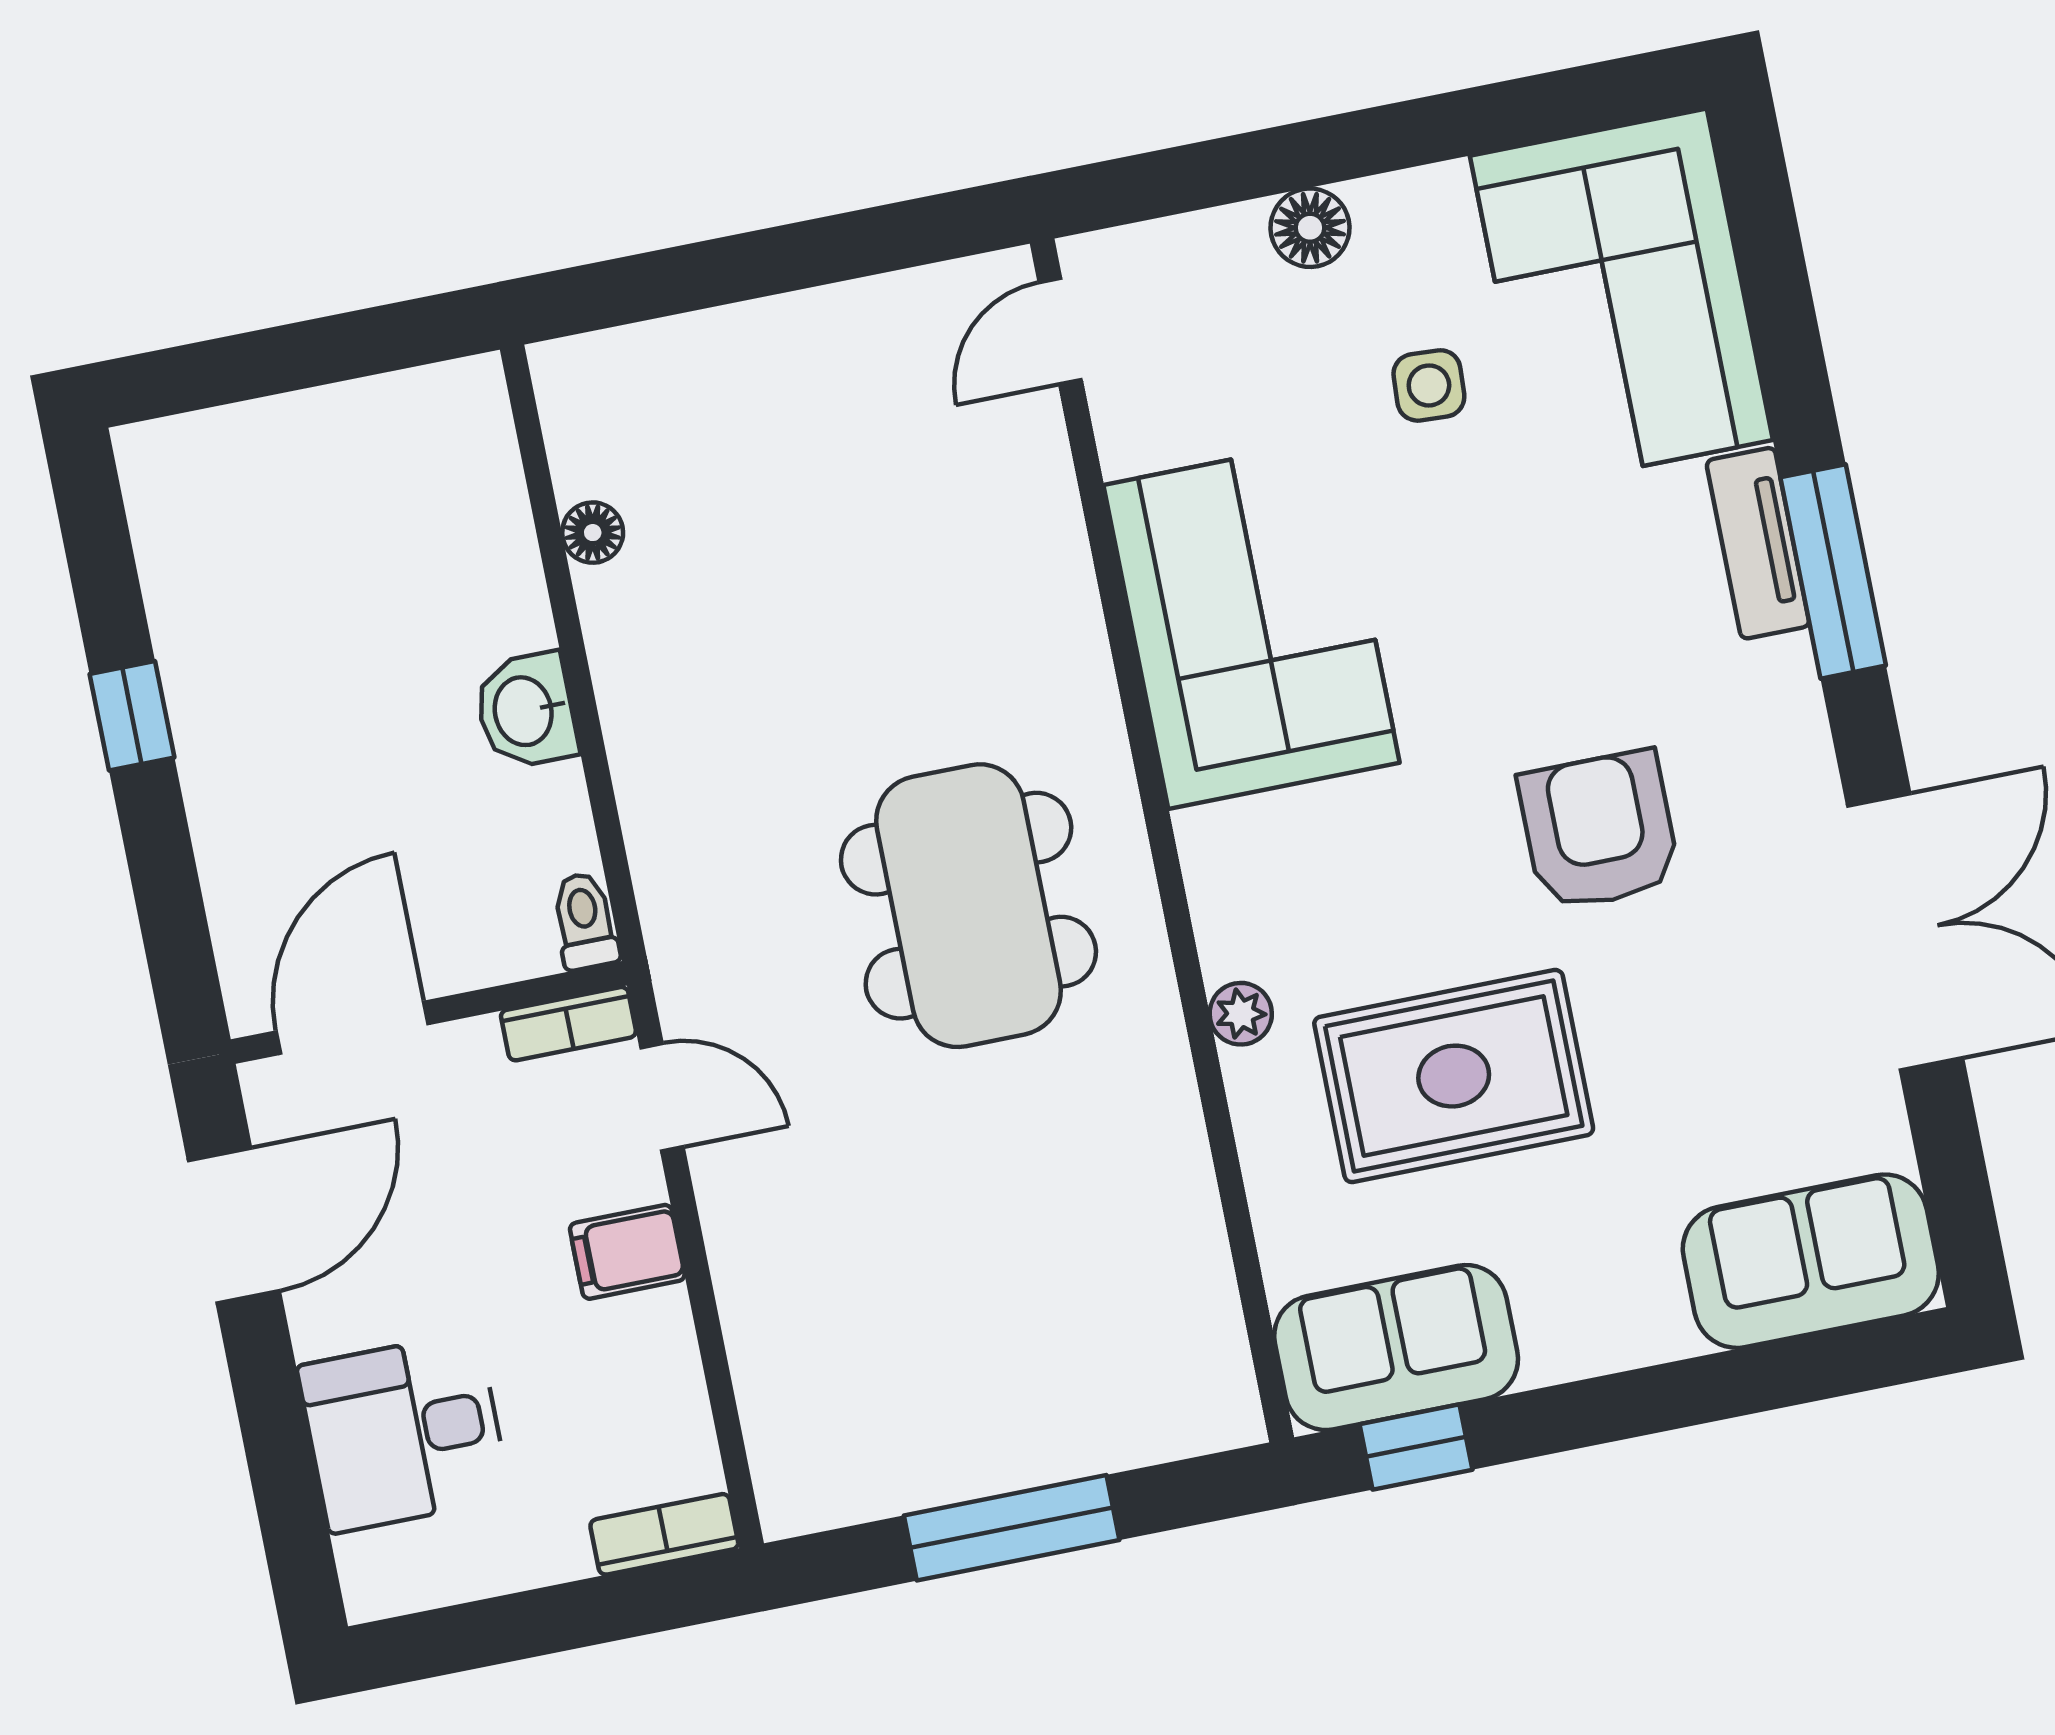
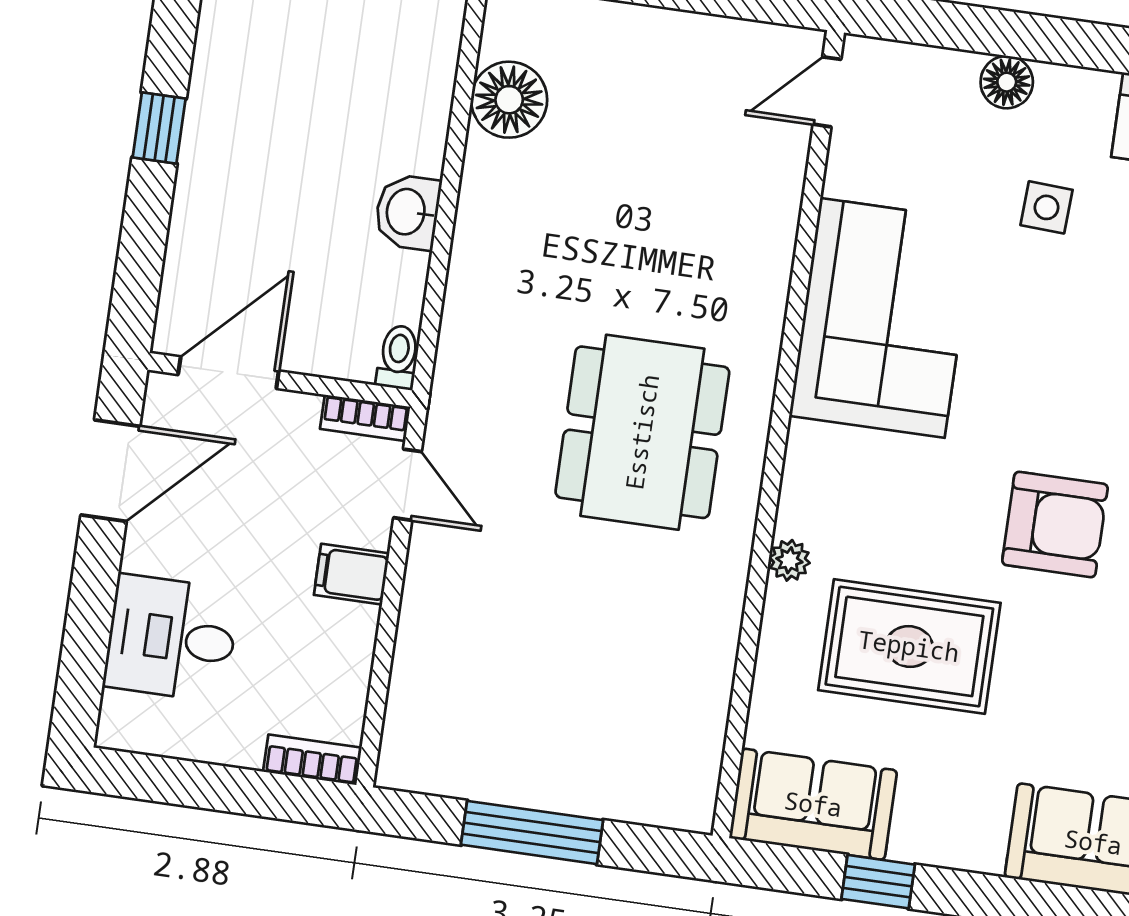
floor lamp: (593, 533) -> (509, 100), width x1.89, depth x1.89
armchair: (1599, 831) -> (1055, 524), turned 90
window: (1416, 1447) -> (878, 882), moved

